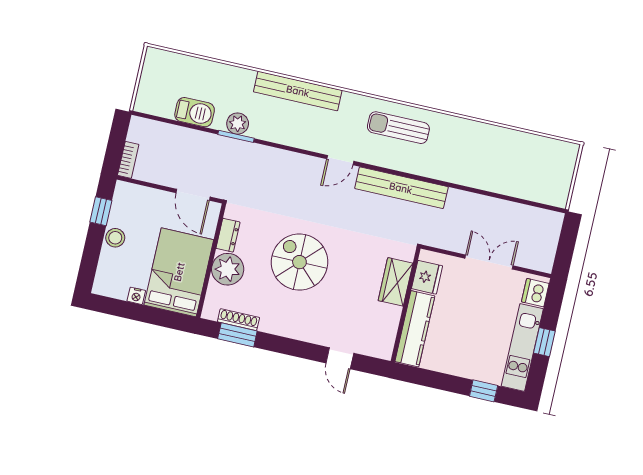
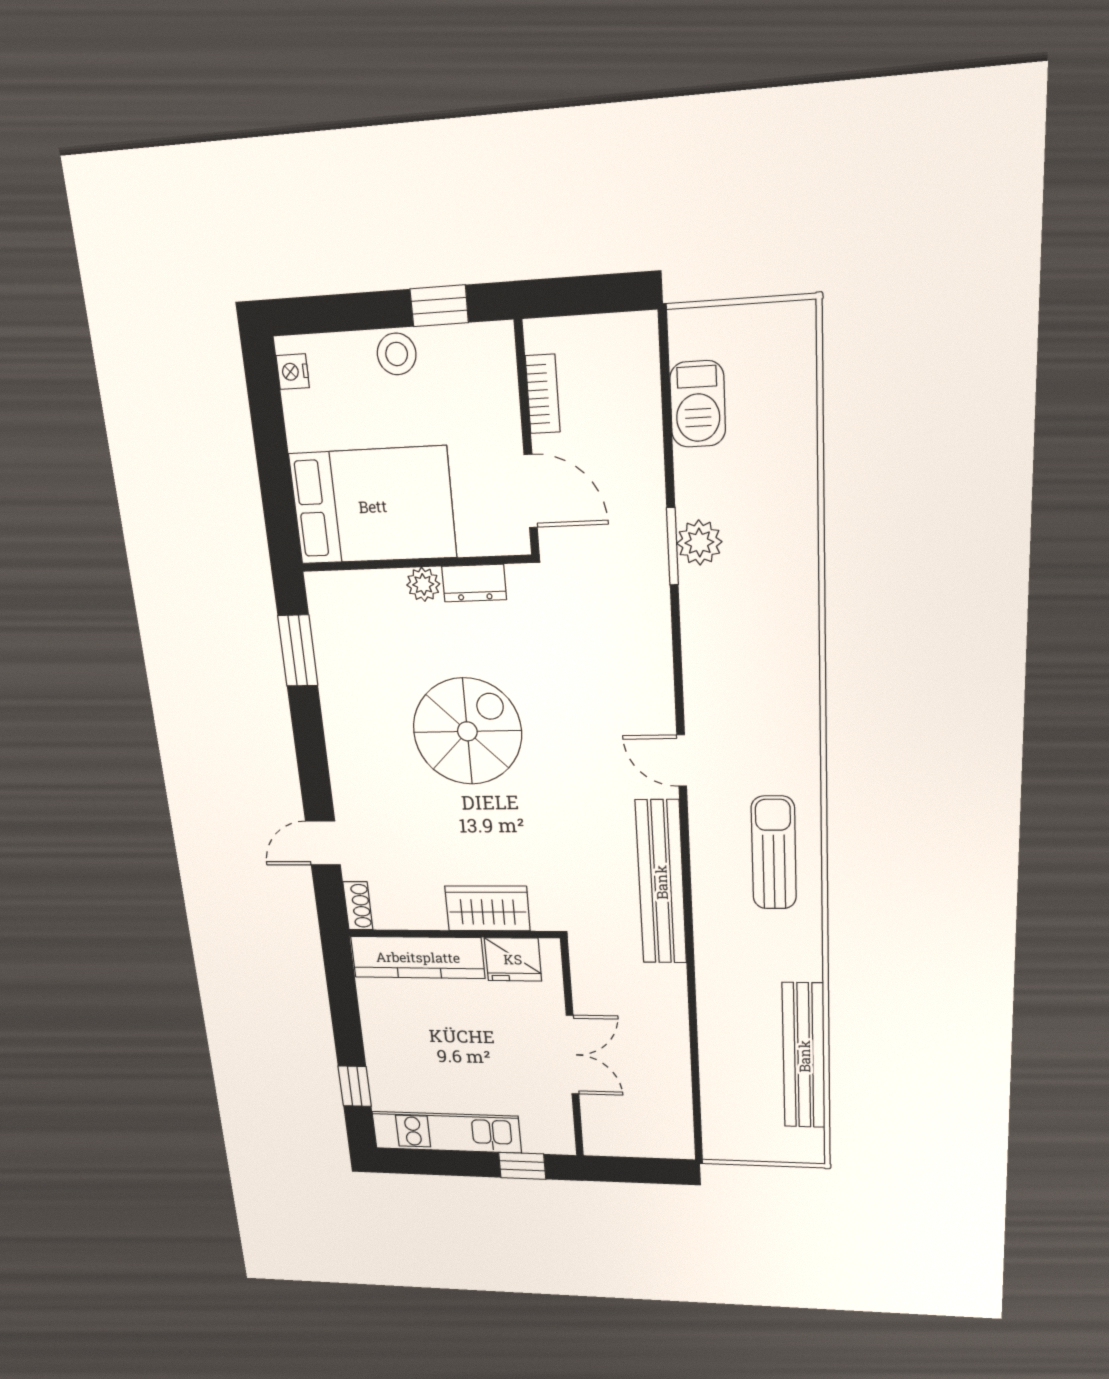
bench: (298, 91) -> (804, 1056), moved
barbecue: (195, 112) -> (698, 404), moved
bookcase: (128, 160) -> (543, 394), moved, turned -90
door: (193, 195) -> (531, 491), swing flipped
plant: (228, 269) -> (423, 584), width x0.53, depth x0.53
dishwasher: (535, 293) -> (544, 1136), removed
nightstand: (136, 296) -> (293, 372), moved
shoe rack: (238, 320) -> (358, 906), moved, width x0.70
window: (544, 342) -> (522, 1166), moved

